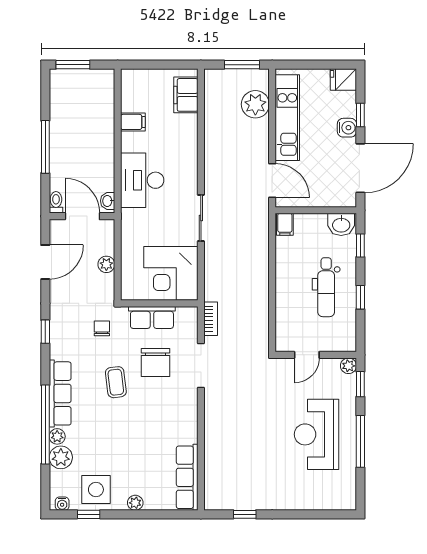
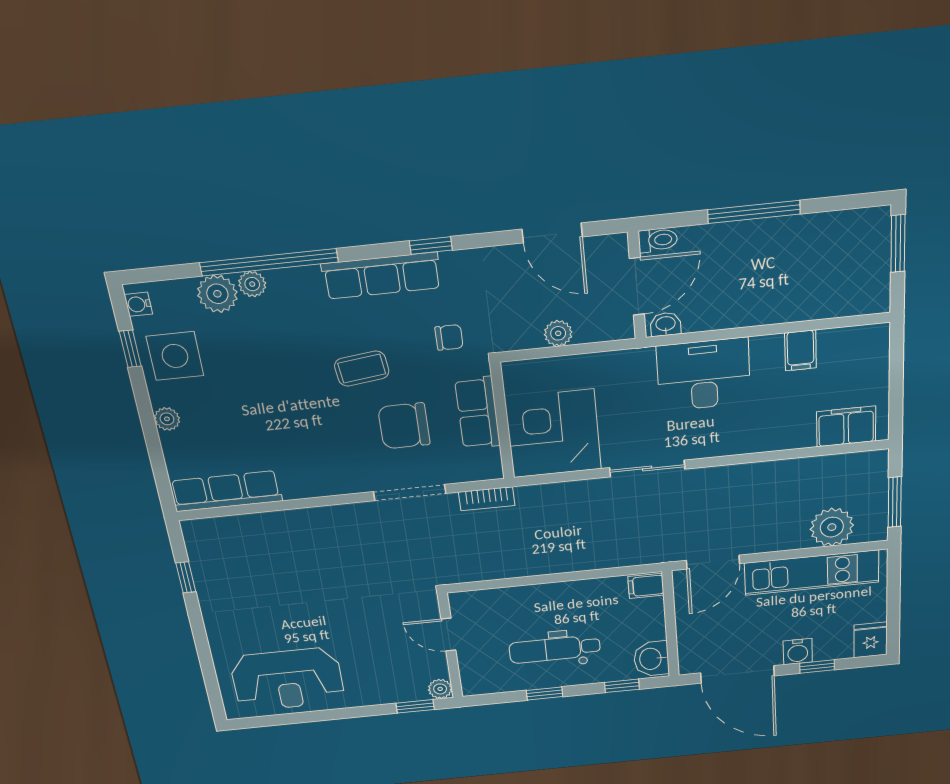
row of seats: (60, 393) -> (382, 276), moved
reception desk: (317, 434) -> (287, 679), moved, turned 180
window: (360, 441) -> (330, 715), removed

